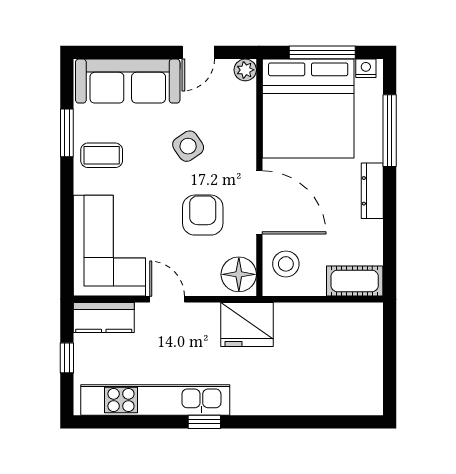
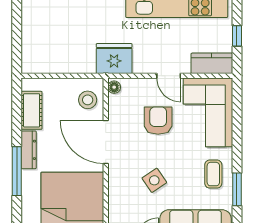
window: (390, 131) -> (17, 171), moved
coffee table: (102, 155) -> (213, 174), turned 90
armchair: (203, 215) -> (158, 121), moved, turned 180
floor lamp: (239, 274) -> (114, 87), width x0.53, depth x0.53
cot: (355, 281) -> (32, 110), moved, turned 90

